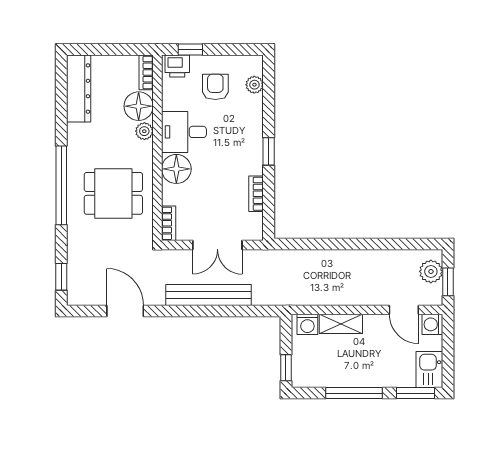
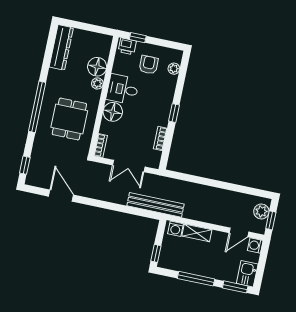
bookcase: (146, 72) -> (106, 46), removed
dining table: (113, 193) -> (69, 119), turned 90
bench: (209, 295) -> (155, 205), moved
door: (404, 310) -> (239, 232), hinge flipped

